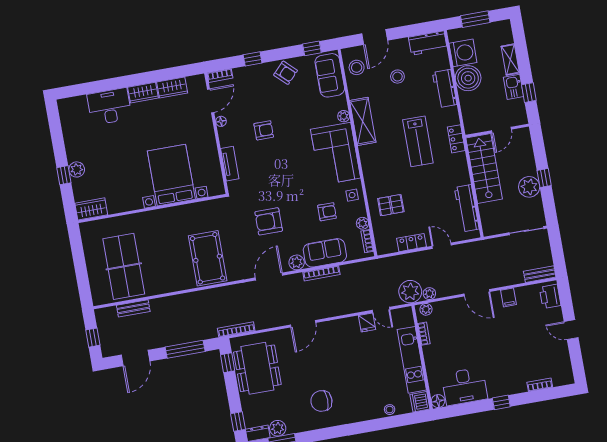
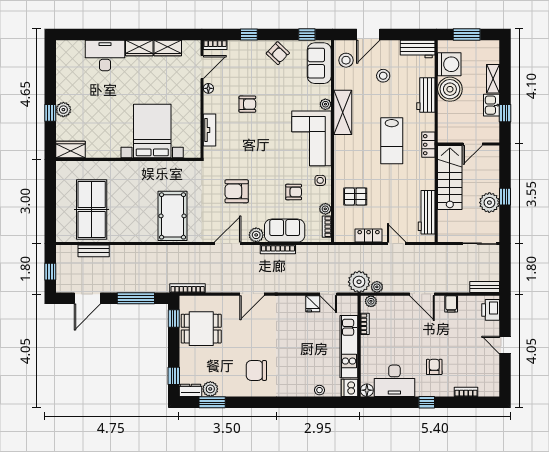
armchair: (503, 365) -> (434, 367), added
dining table: (257, 368) -> (201, 329), width x0.73

